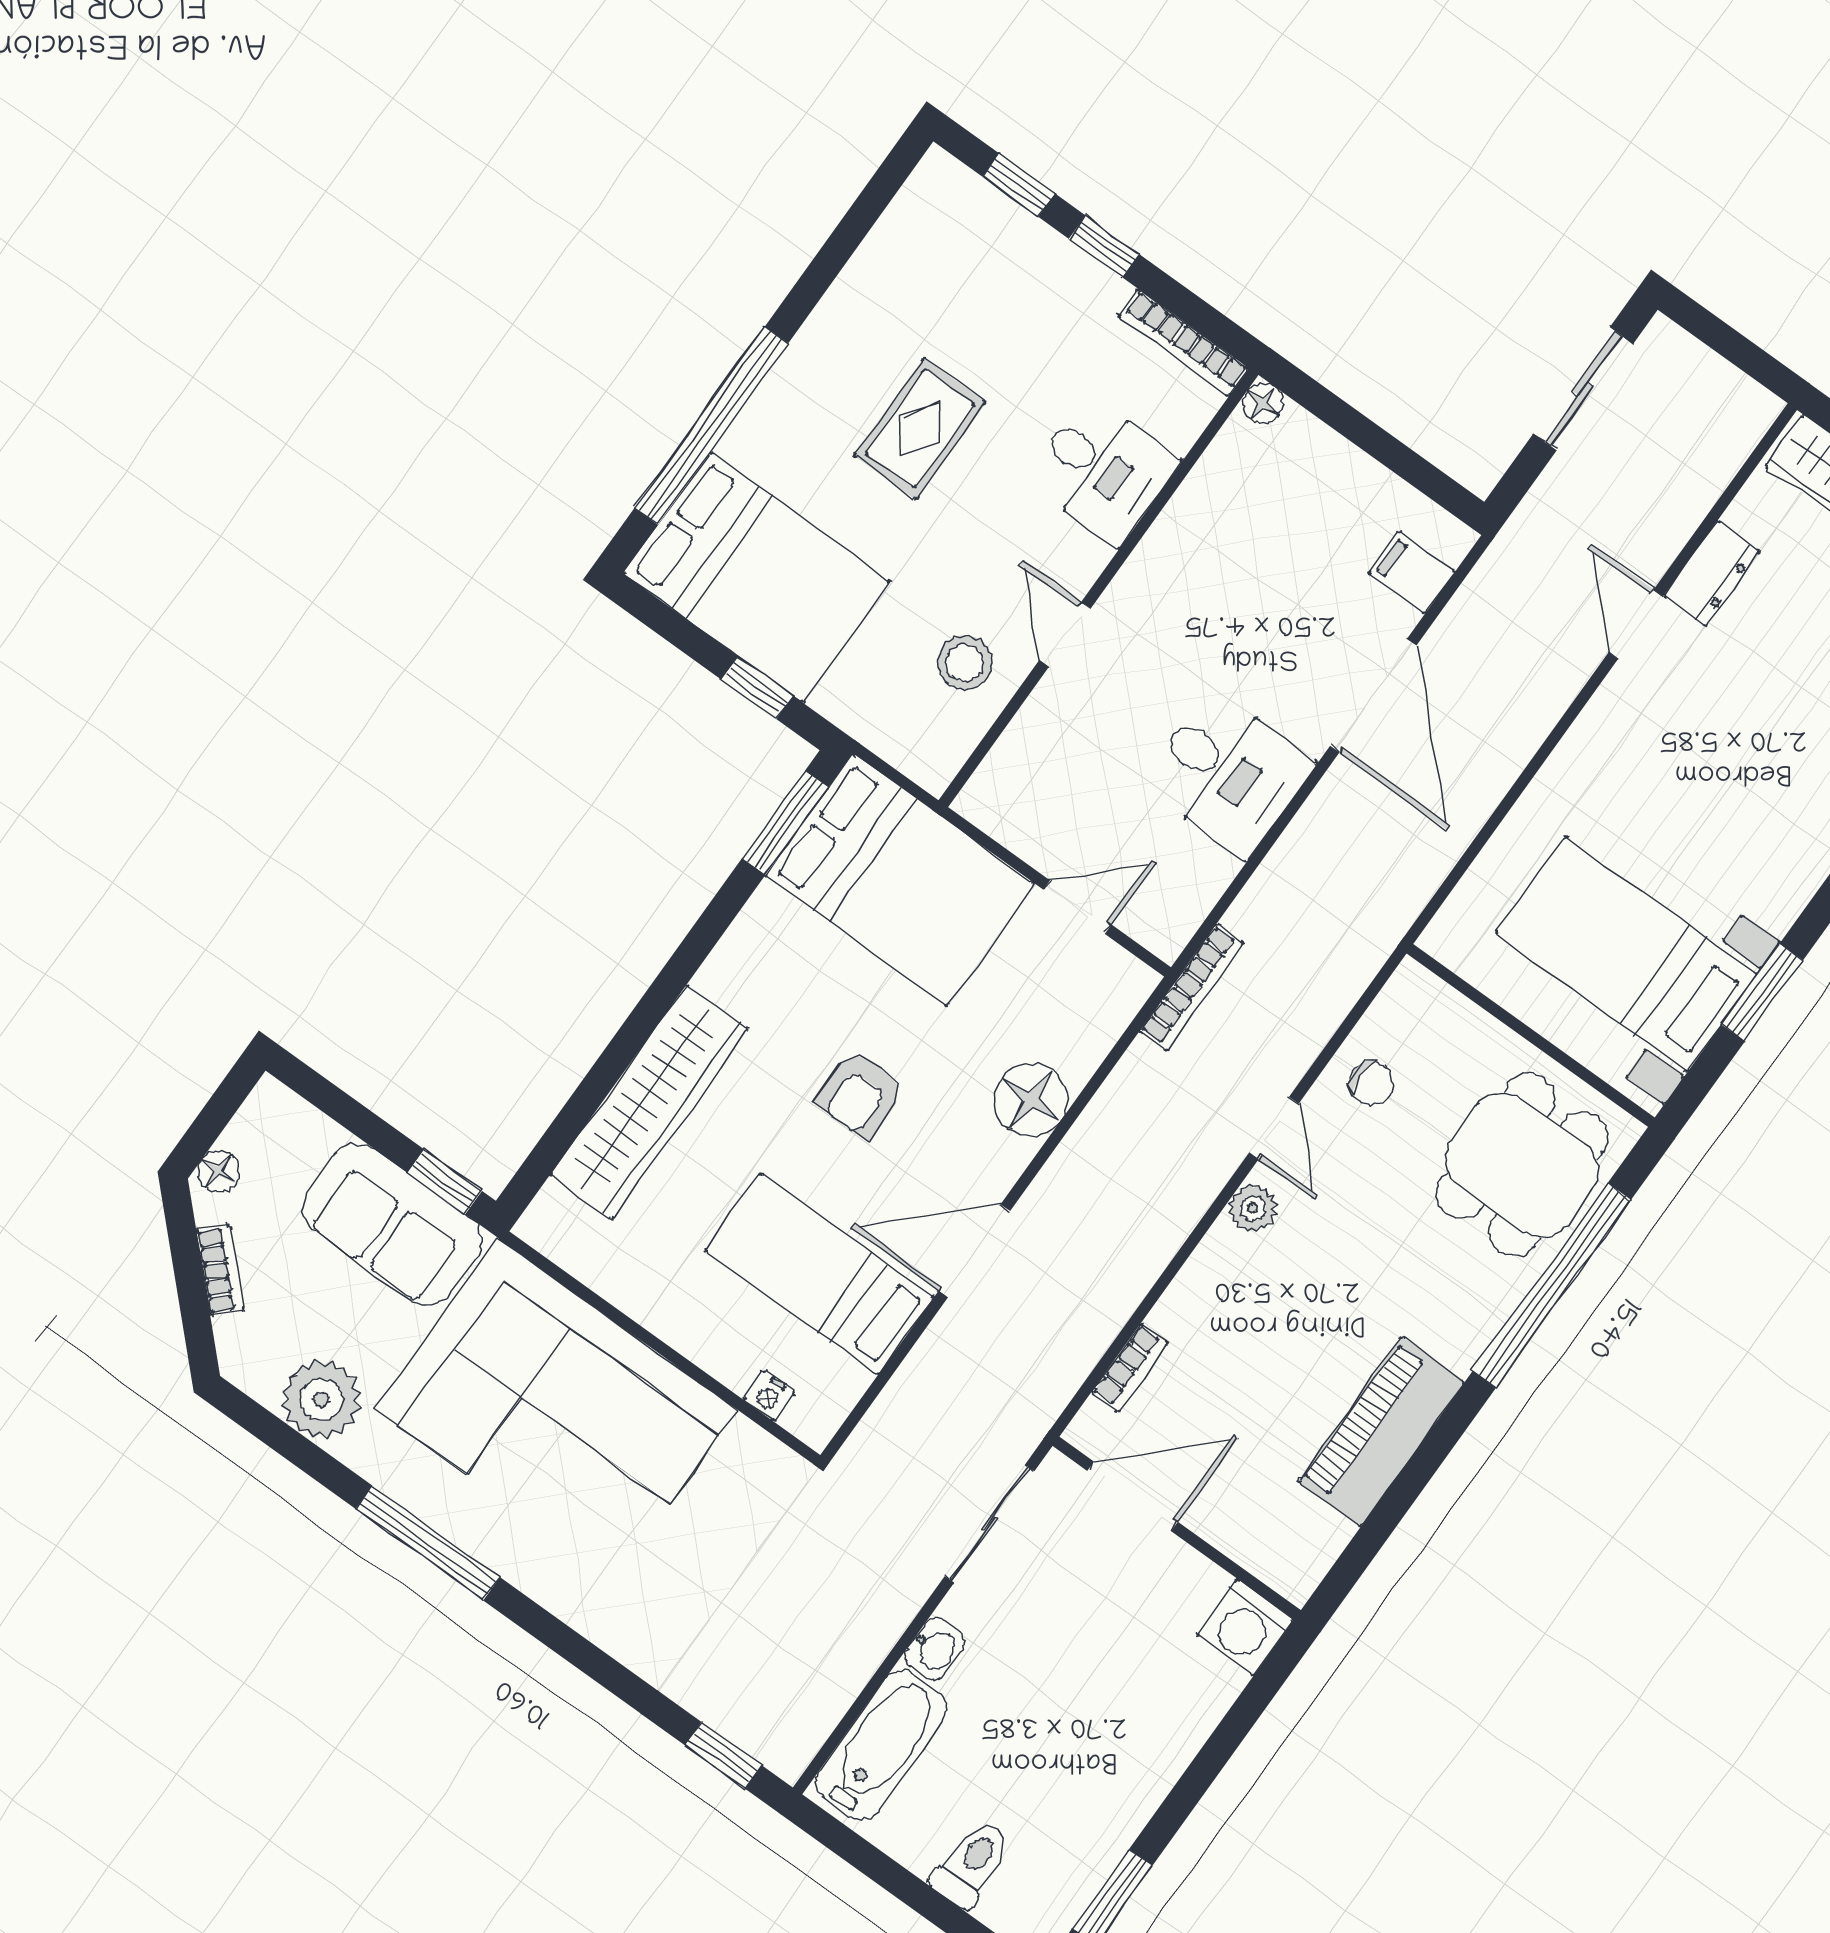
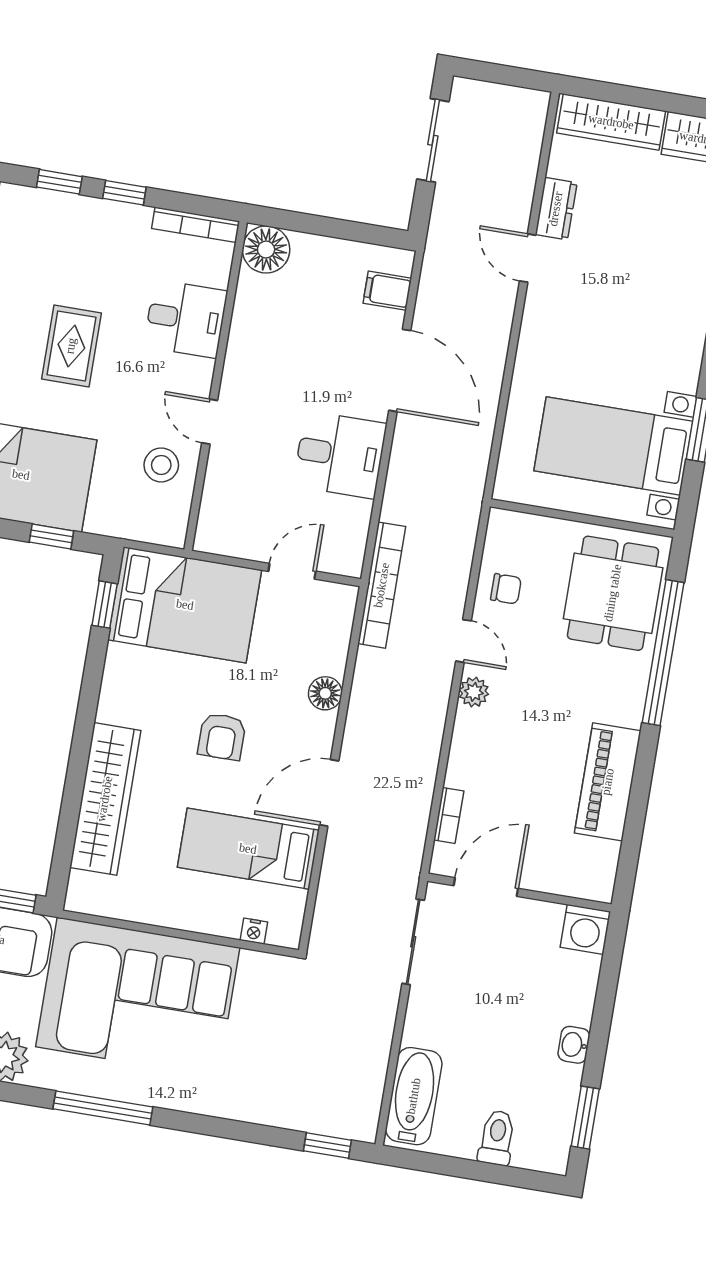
floor lamp: (1263, 403) -> (266, 249), width x1.89, depth x1.89
window: (785, 823) -> (105, 605), width x0.67
bookcase: (1192, 987) -> (382, 585), width x1.48, depth x1.31
floor lamp: (1031, 1100) -> (325, 693), width x0.73, depth x0.73
washbasin: (935, 1649) -> (574, 1045), moved, turned 180

